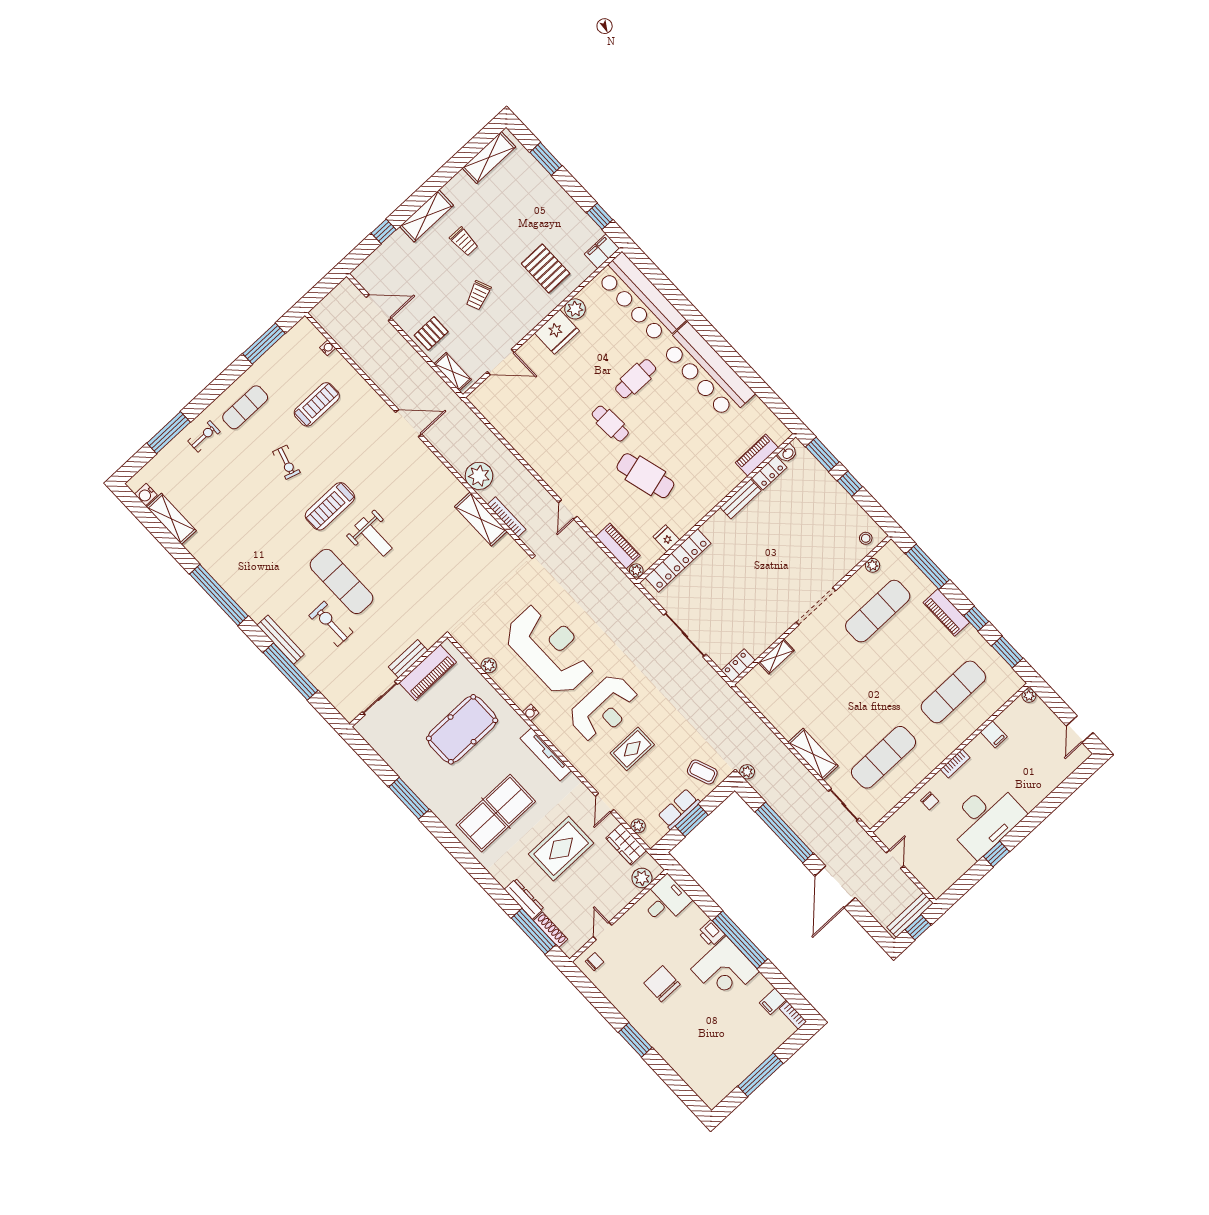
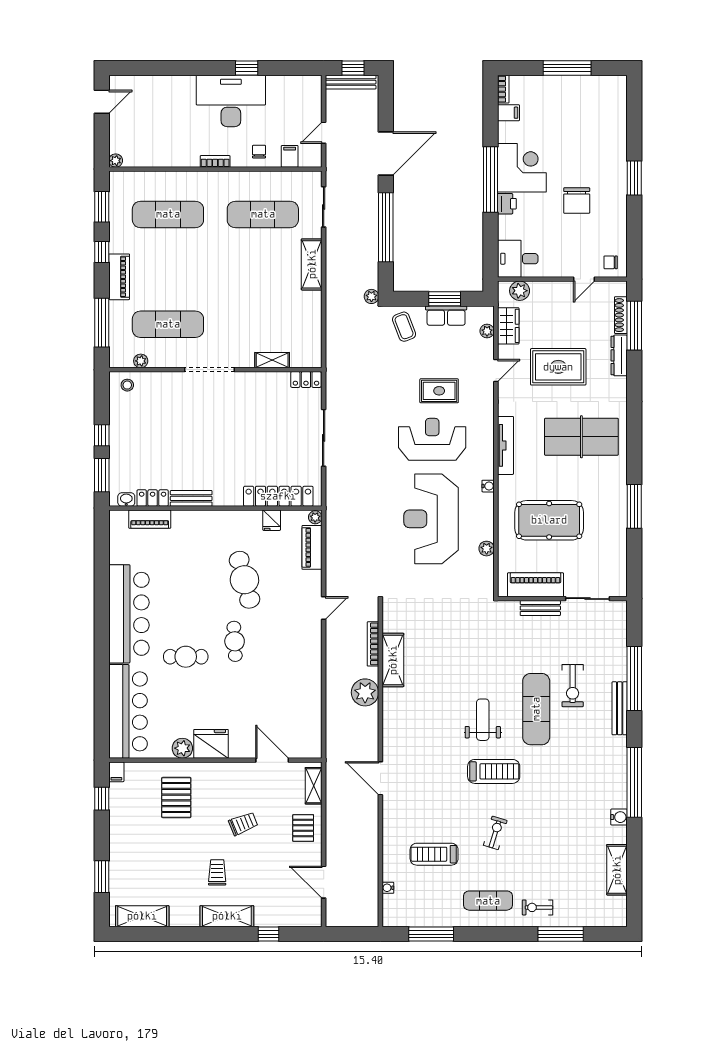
filing cabinet: (602, 251) -> (116, 772), width x0.50
pallet: (431, 333) -> (303, 828), turned 90
water cooler: (146, 495) -> (619, 817), moved
filing cabinet: (994, 734) -> (290, 156), moved

